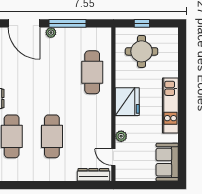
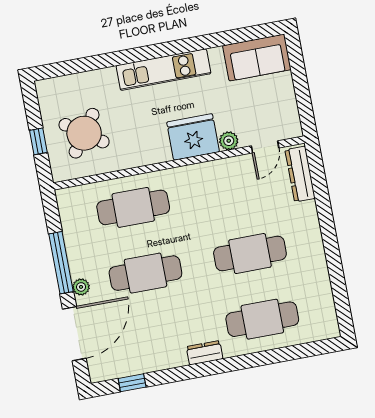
round table: (142, 51) -> (84, 133), turned 35
cafe table: (52, 72) -> (145, 273), added
fridge: (127, 102) -> (193, 137), moved

